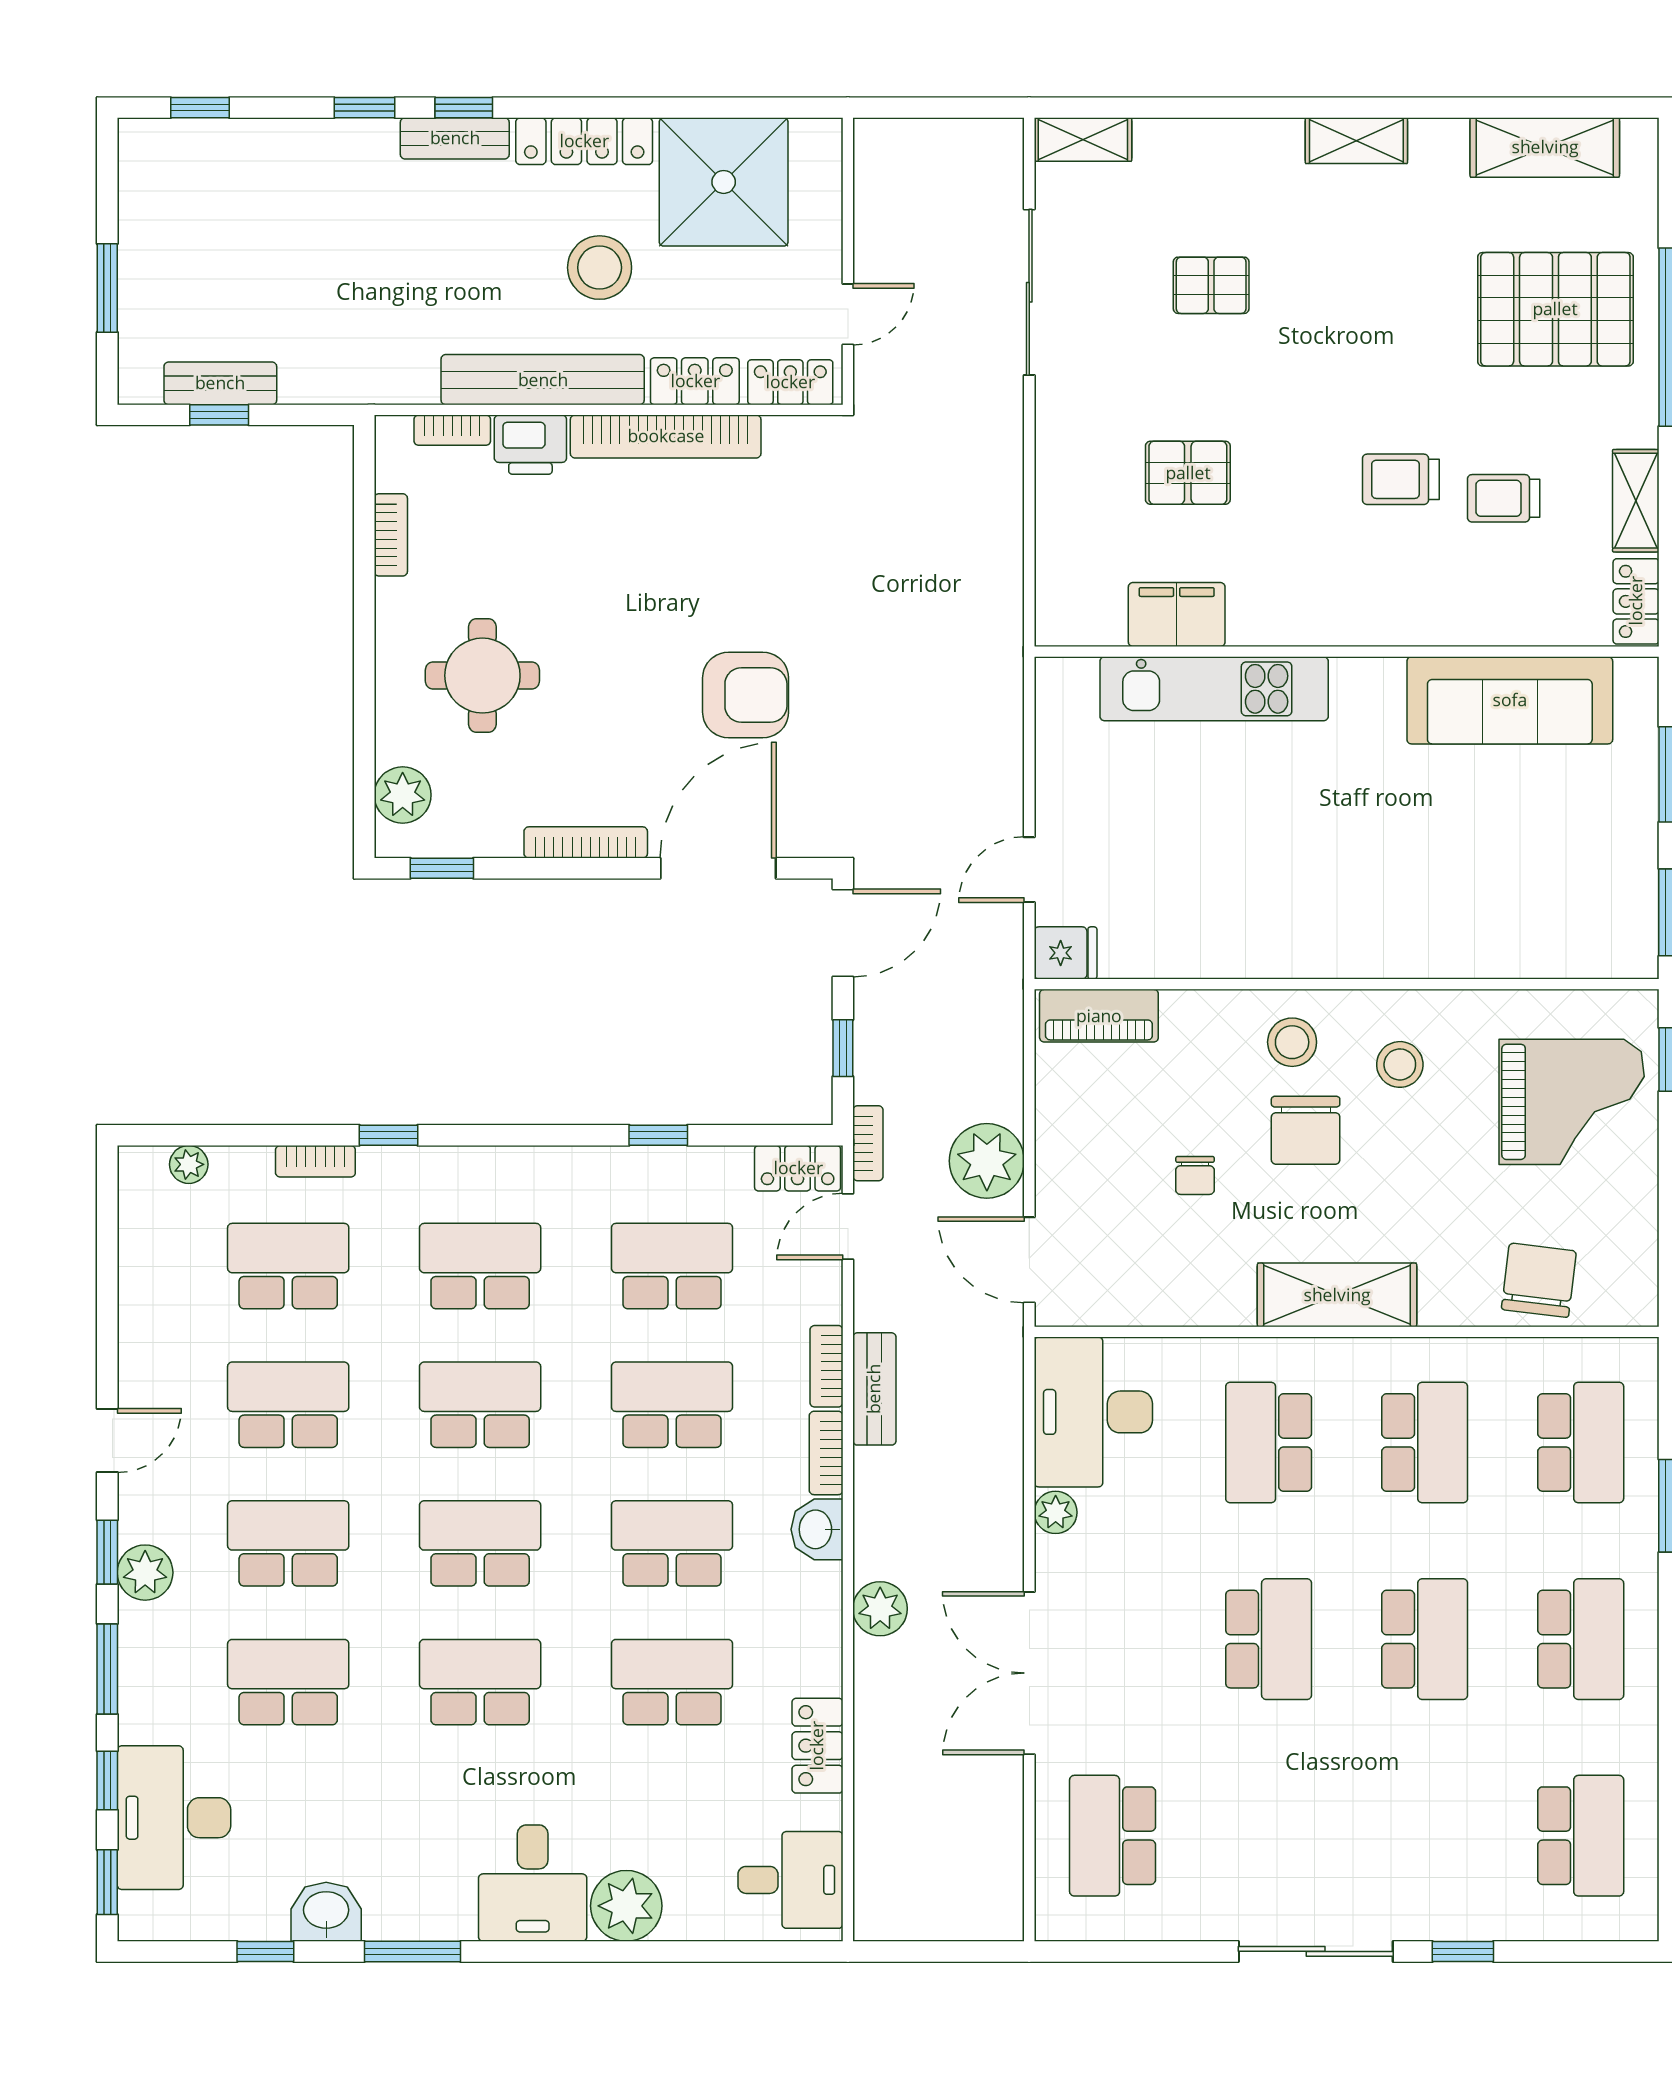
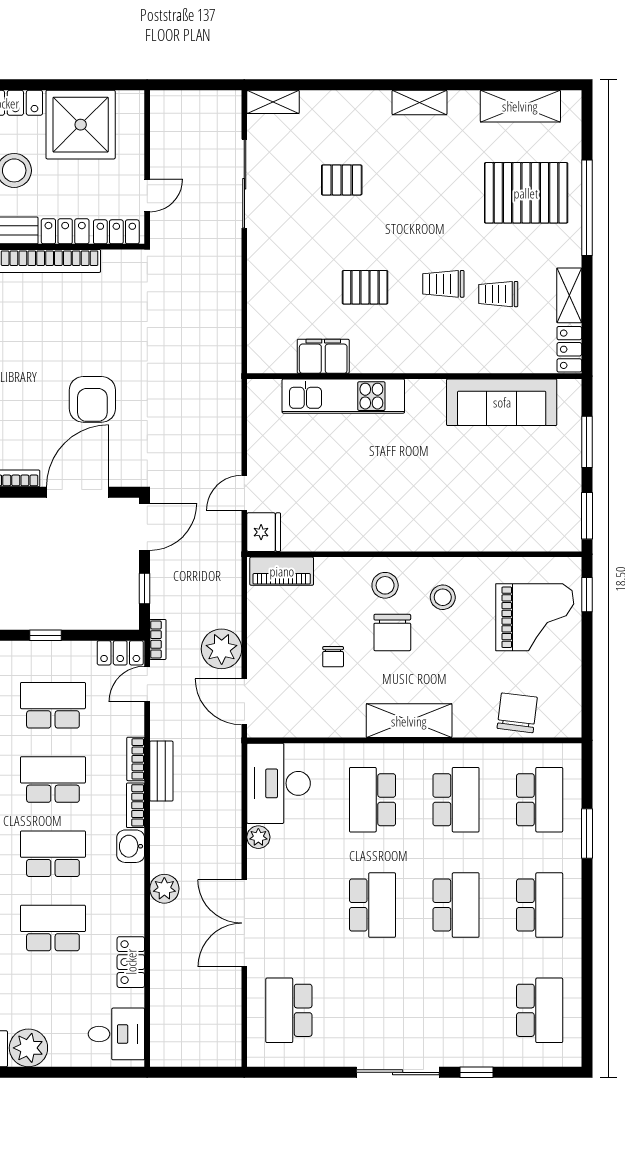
pallet: (1188, 473) -> (365, 287), moved
armchair: (746, 695) -> (92, 399), turned 90
fridge: (1066, 953) -> (264, 532), width x1.38

